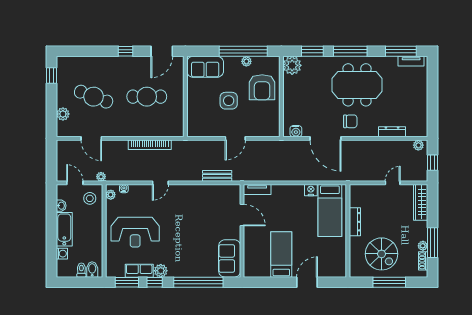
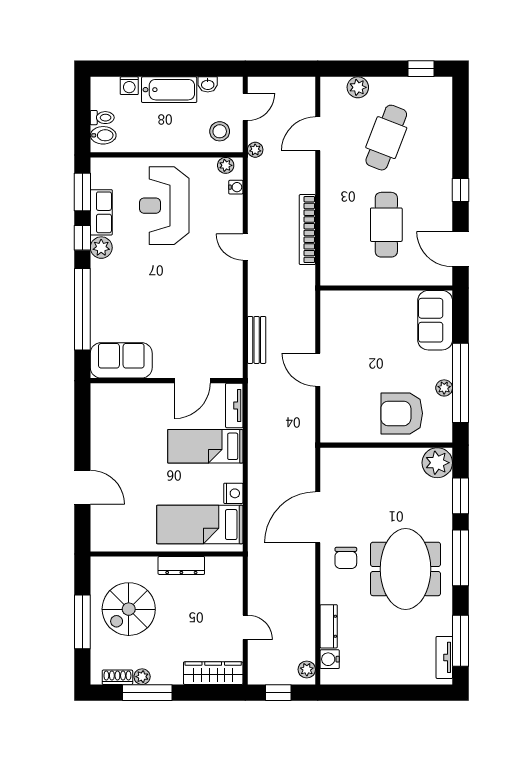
side table: (229, 101) -> (380, 359), removed
water cooler: (296, 131) -> (330, 659), moved
bed: (281, 254) -> (205, 446), moved, turned 180

